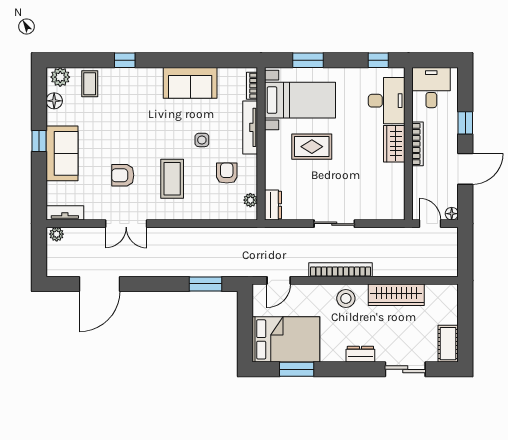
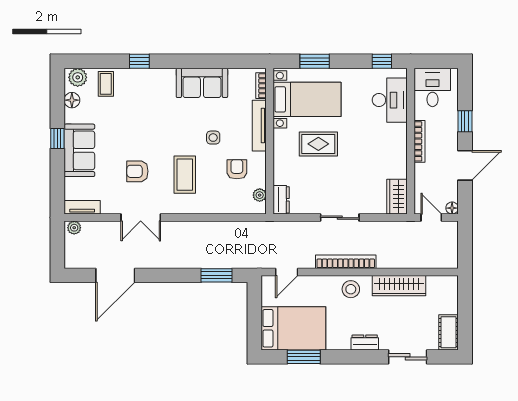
wardrobe: (394, 144) -> (397, 197), moved

